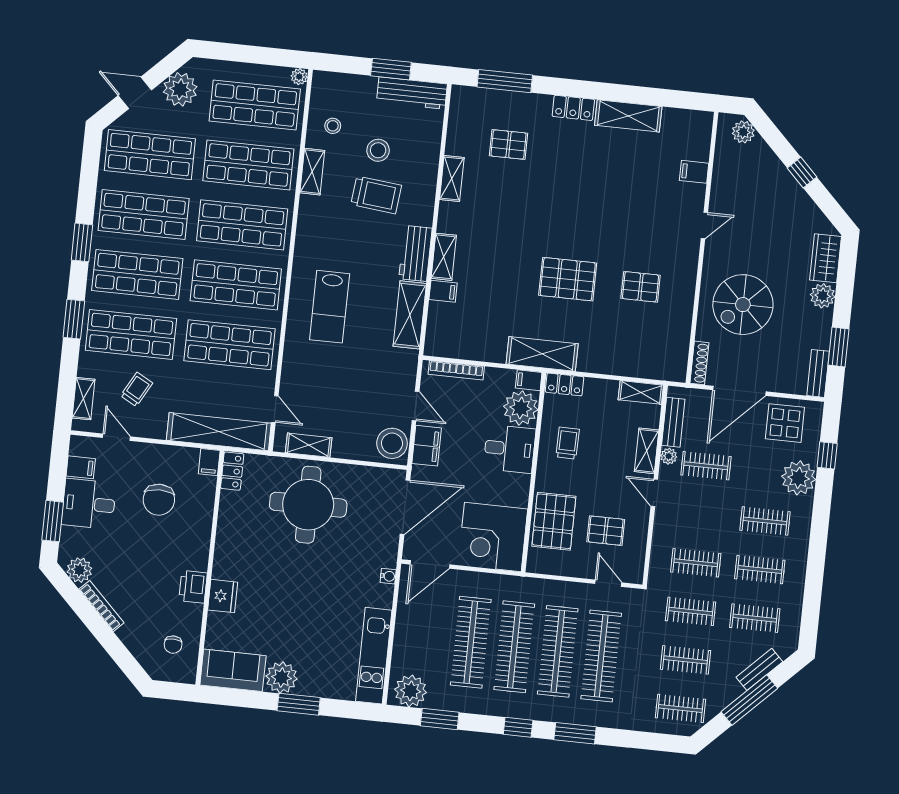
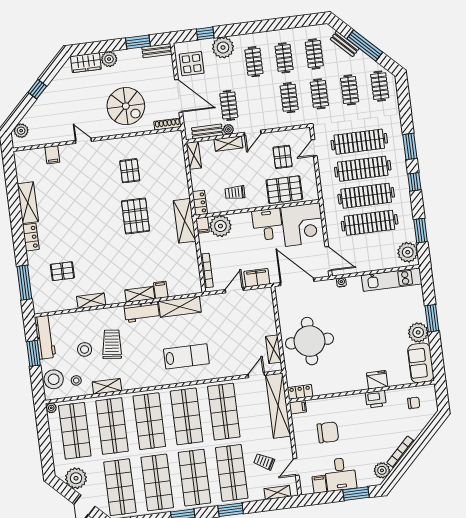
pallet: (509, 145) -> (62, 271), turned 90
stool: (392, 443) -> (54, 379), moved
desk: (509, 449) -> (267, 224), moved

